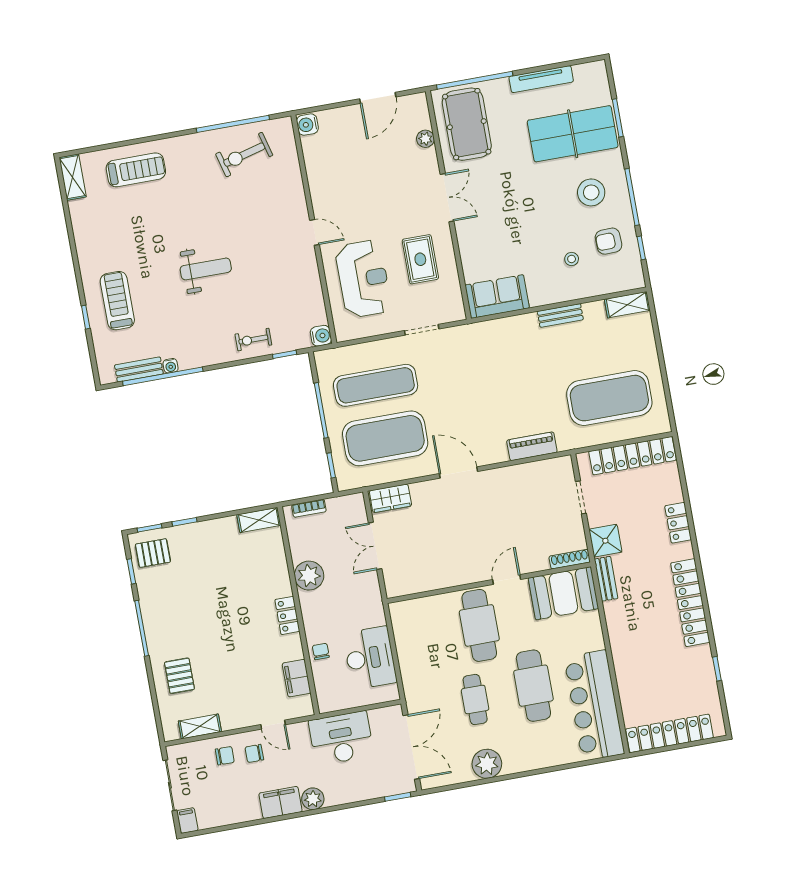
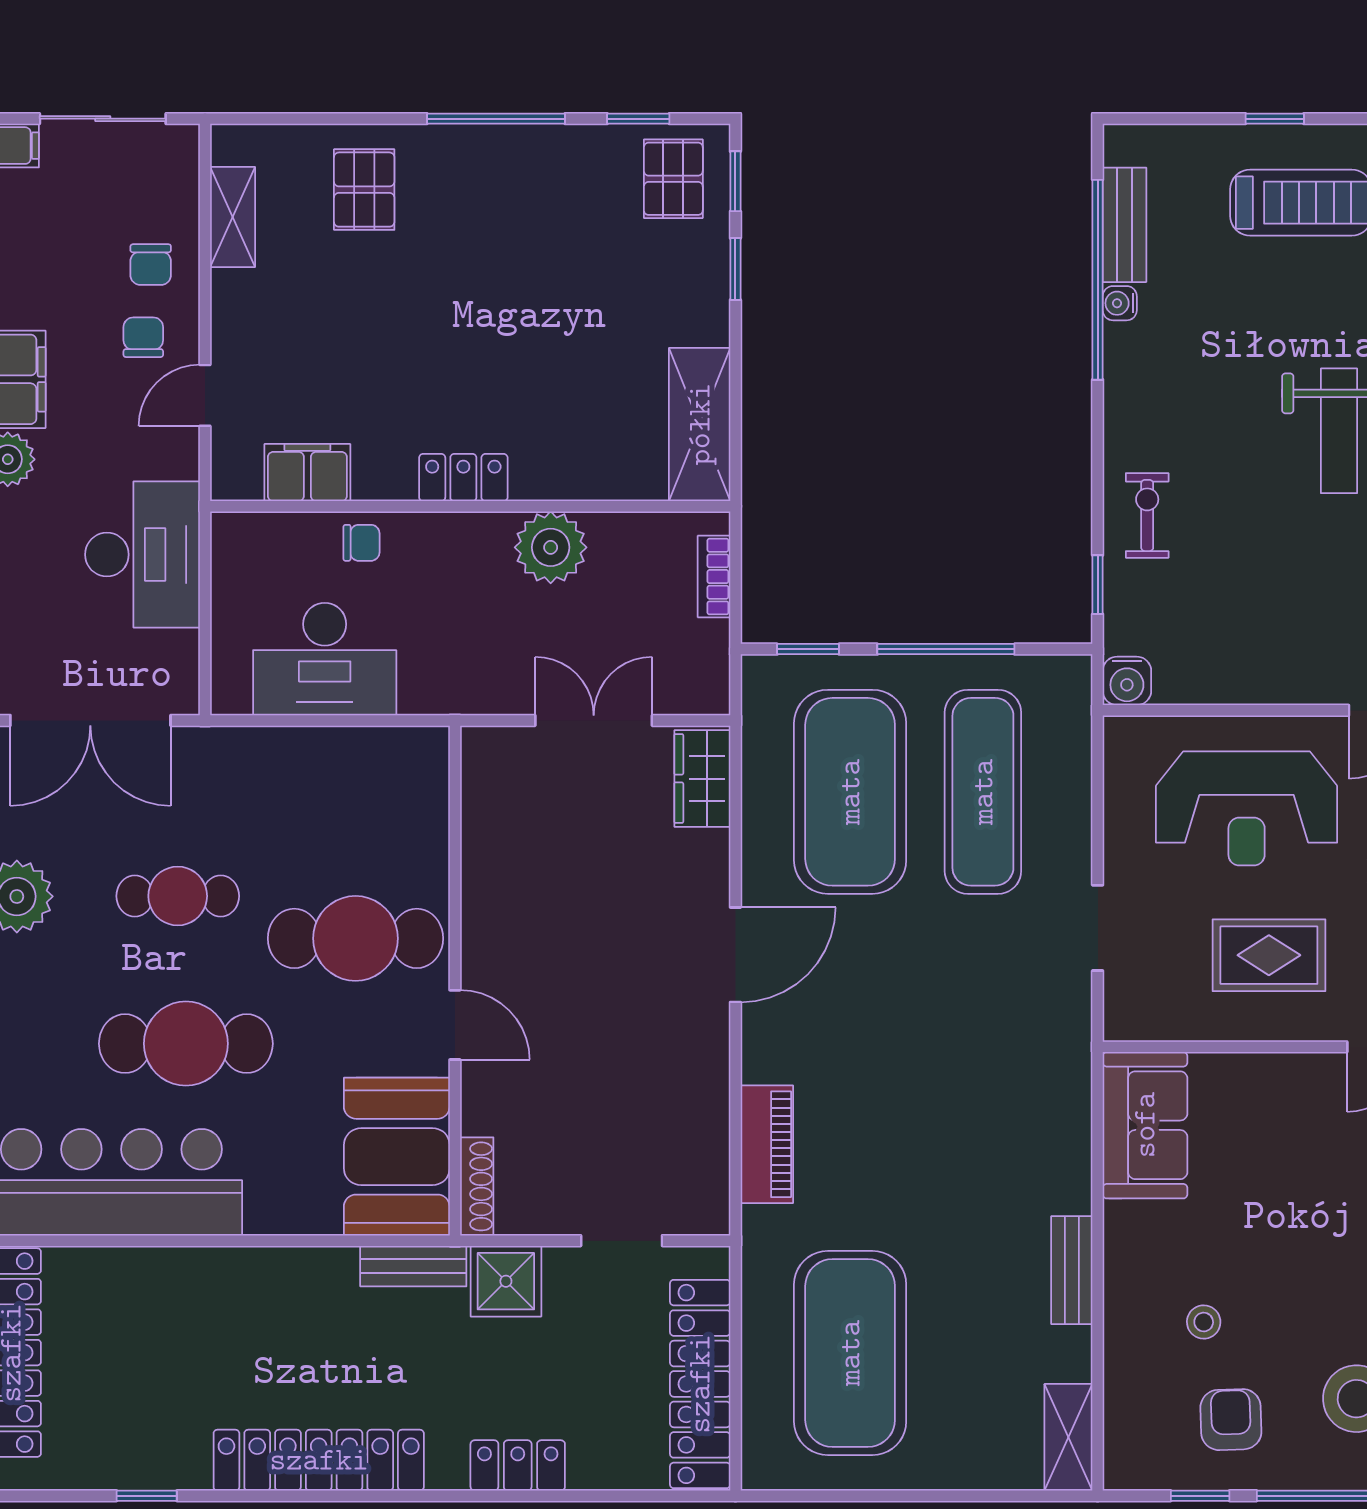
shelving: (259, 520) -> (700, 424), width x1.50, depth x1.33
pallet: (179, 676) -> (364, 190), turned 90

